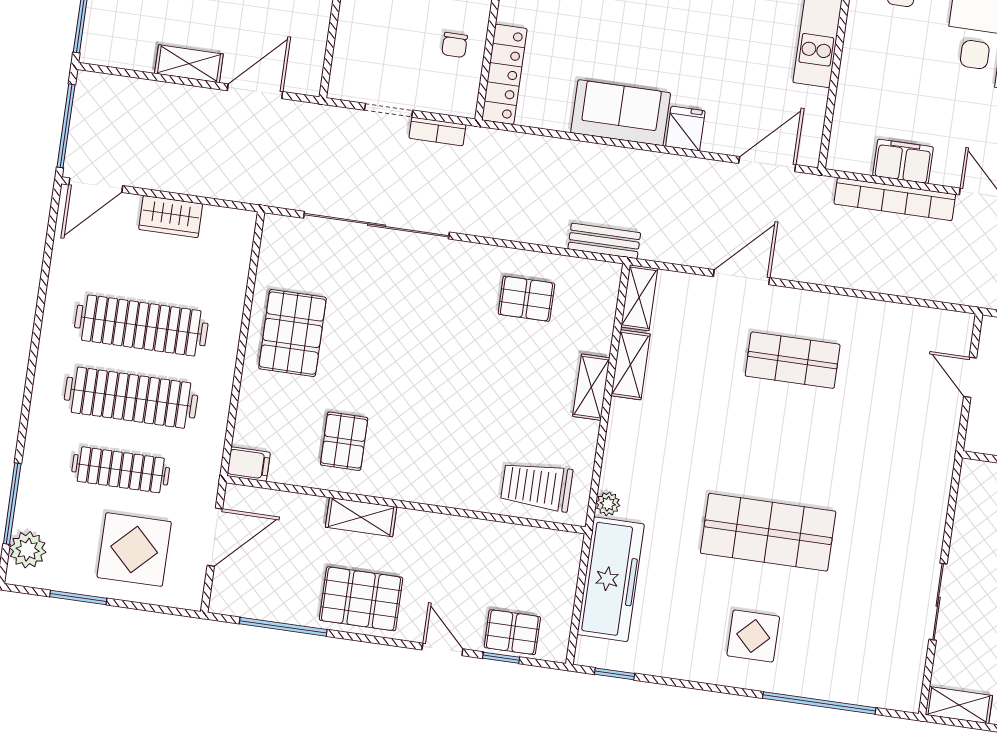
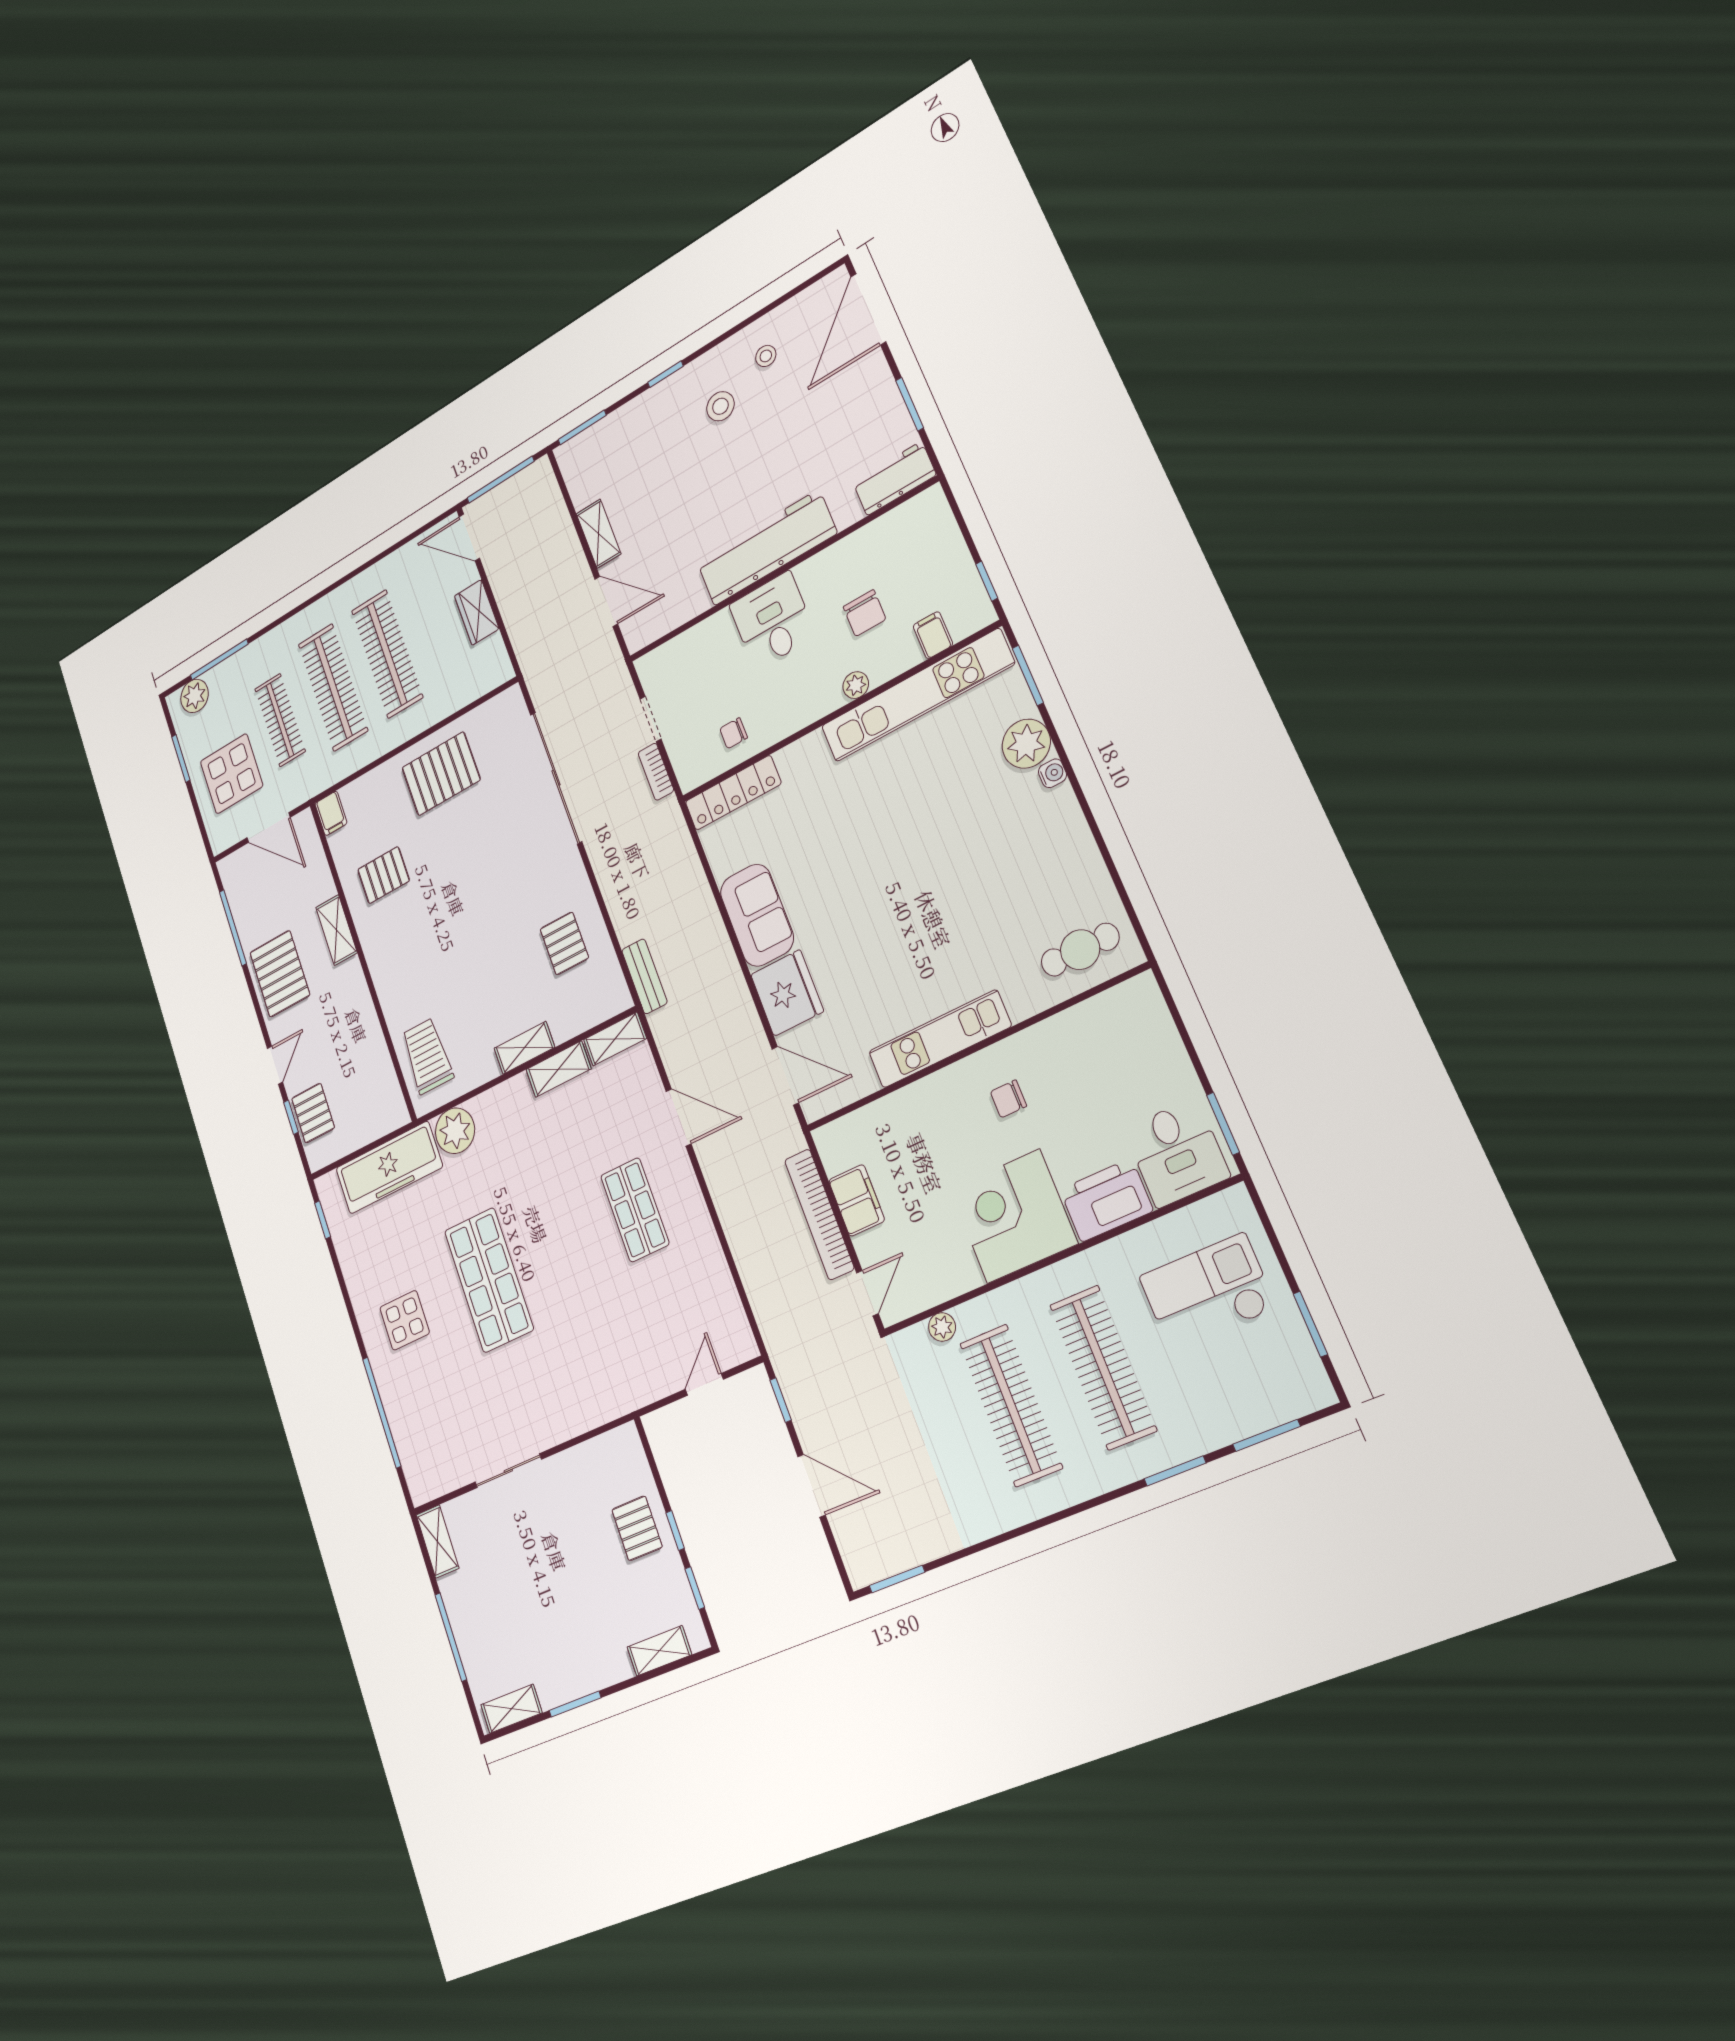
fridge: (685, 129) -> (787, 993), width x1.88, depth x1.34
plant: (608, 504) -> (455, 1131), width x1.88, depth x1.88

